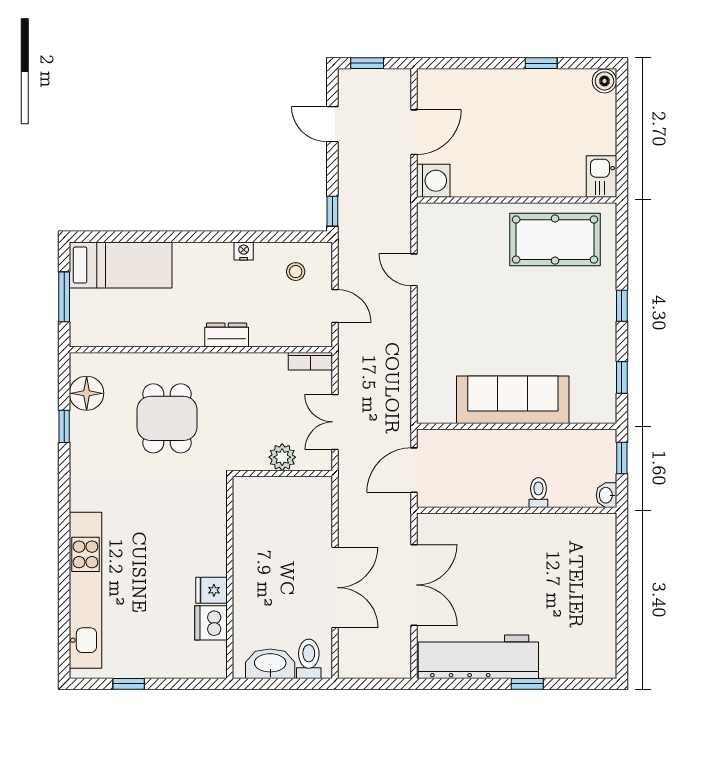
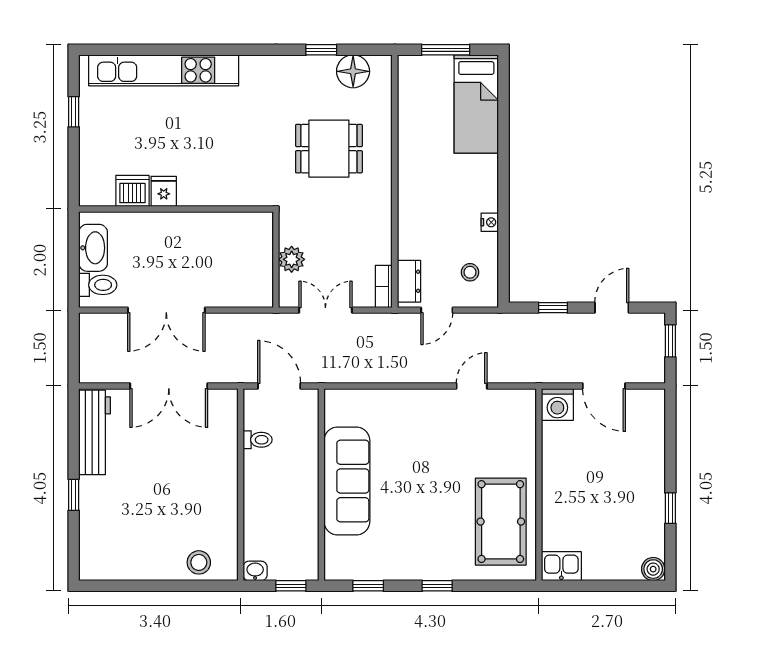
window: (332, 211) -> (553, 308), moved
dresser: (227, 335) -> (409, 281), moved
toilet: (538, 493) -> (258, 440), moved
stool: (598, 554) -> (199, 562), added
workbench: (478, 657) -> (95, 432), width x0.73, depth x0.76

